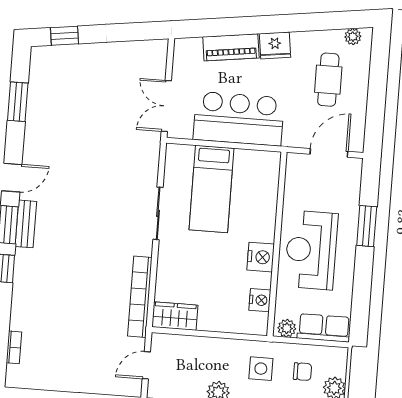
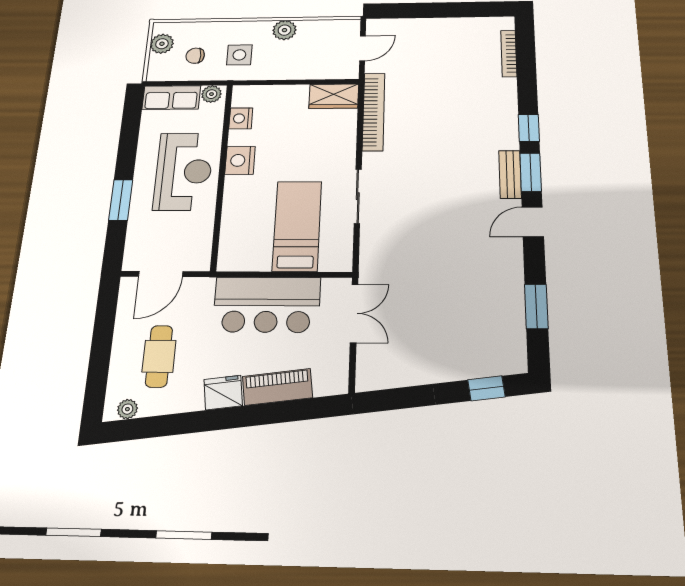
bookcase: (14, 347) -> (509, 53), width x1.56

